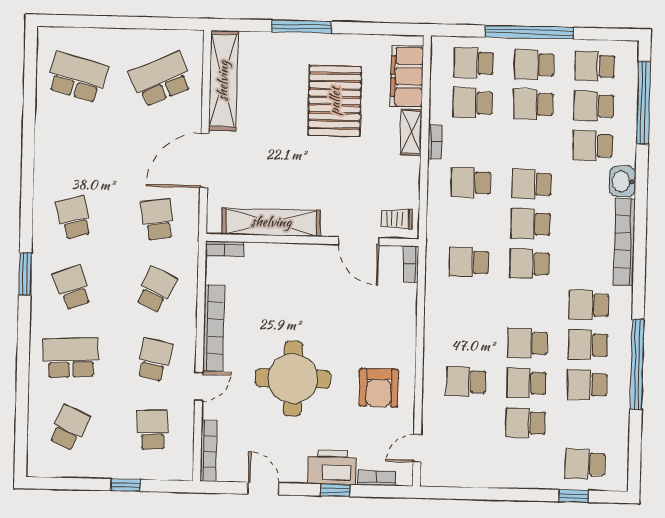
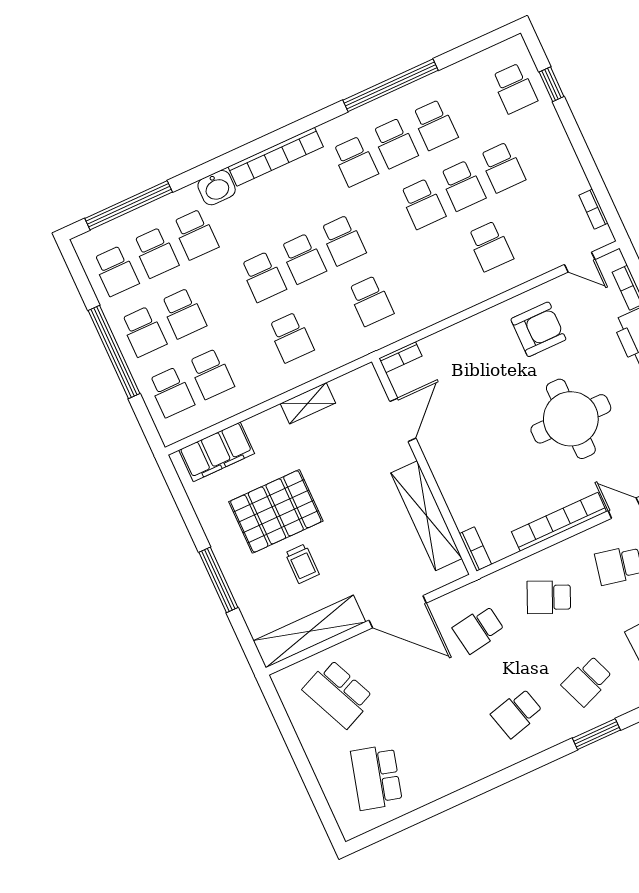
shelving: (411, 132) -> (308, 403), moved
bookcase: (435, 142) -> (594, 209), moved, turned -90
trolley: (397, 219) -> (302, 564), moved

